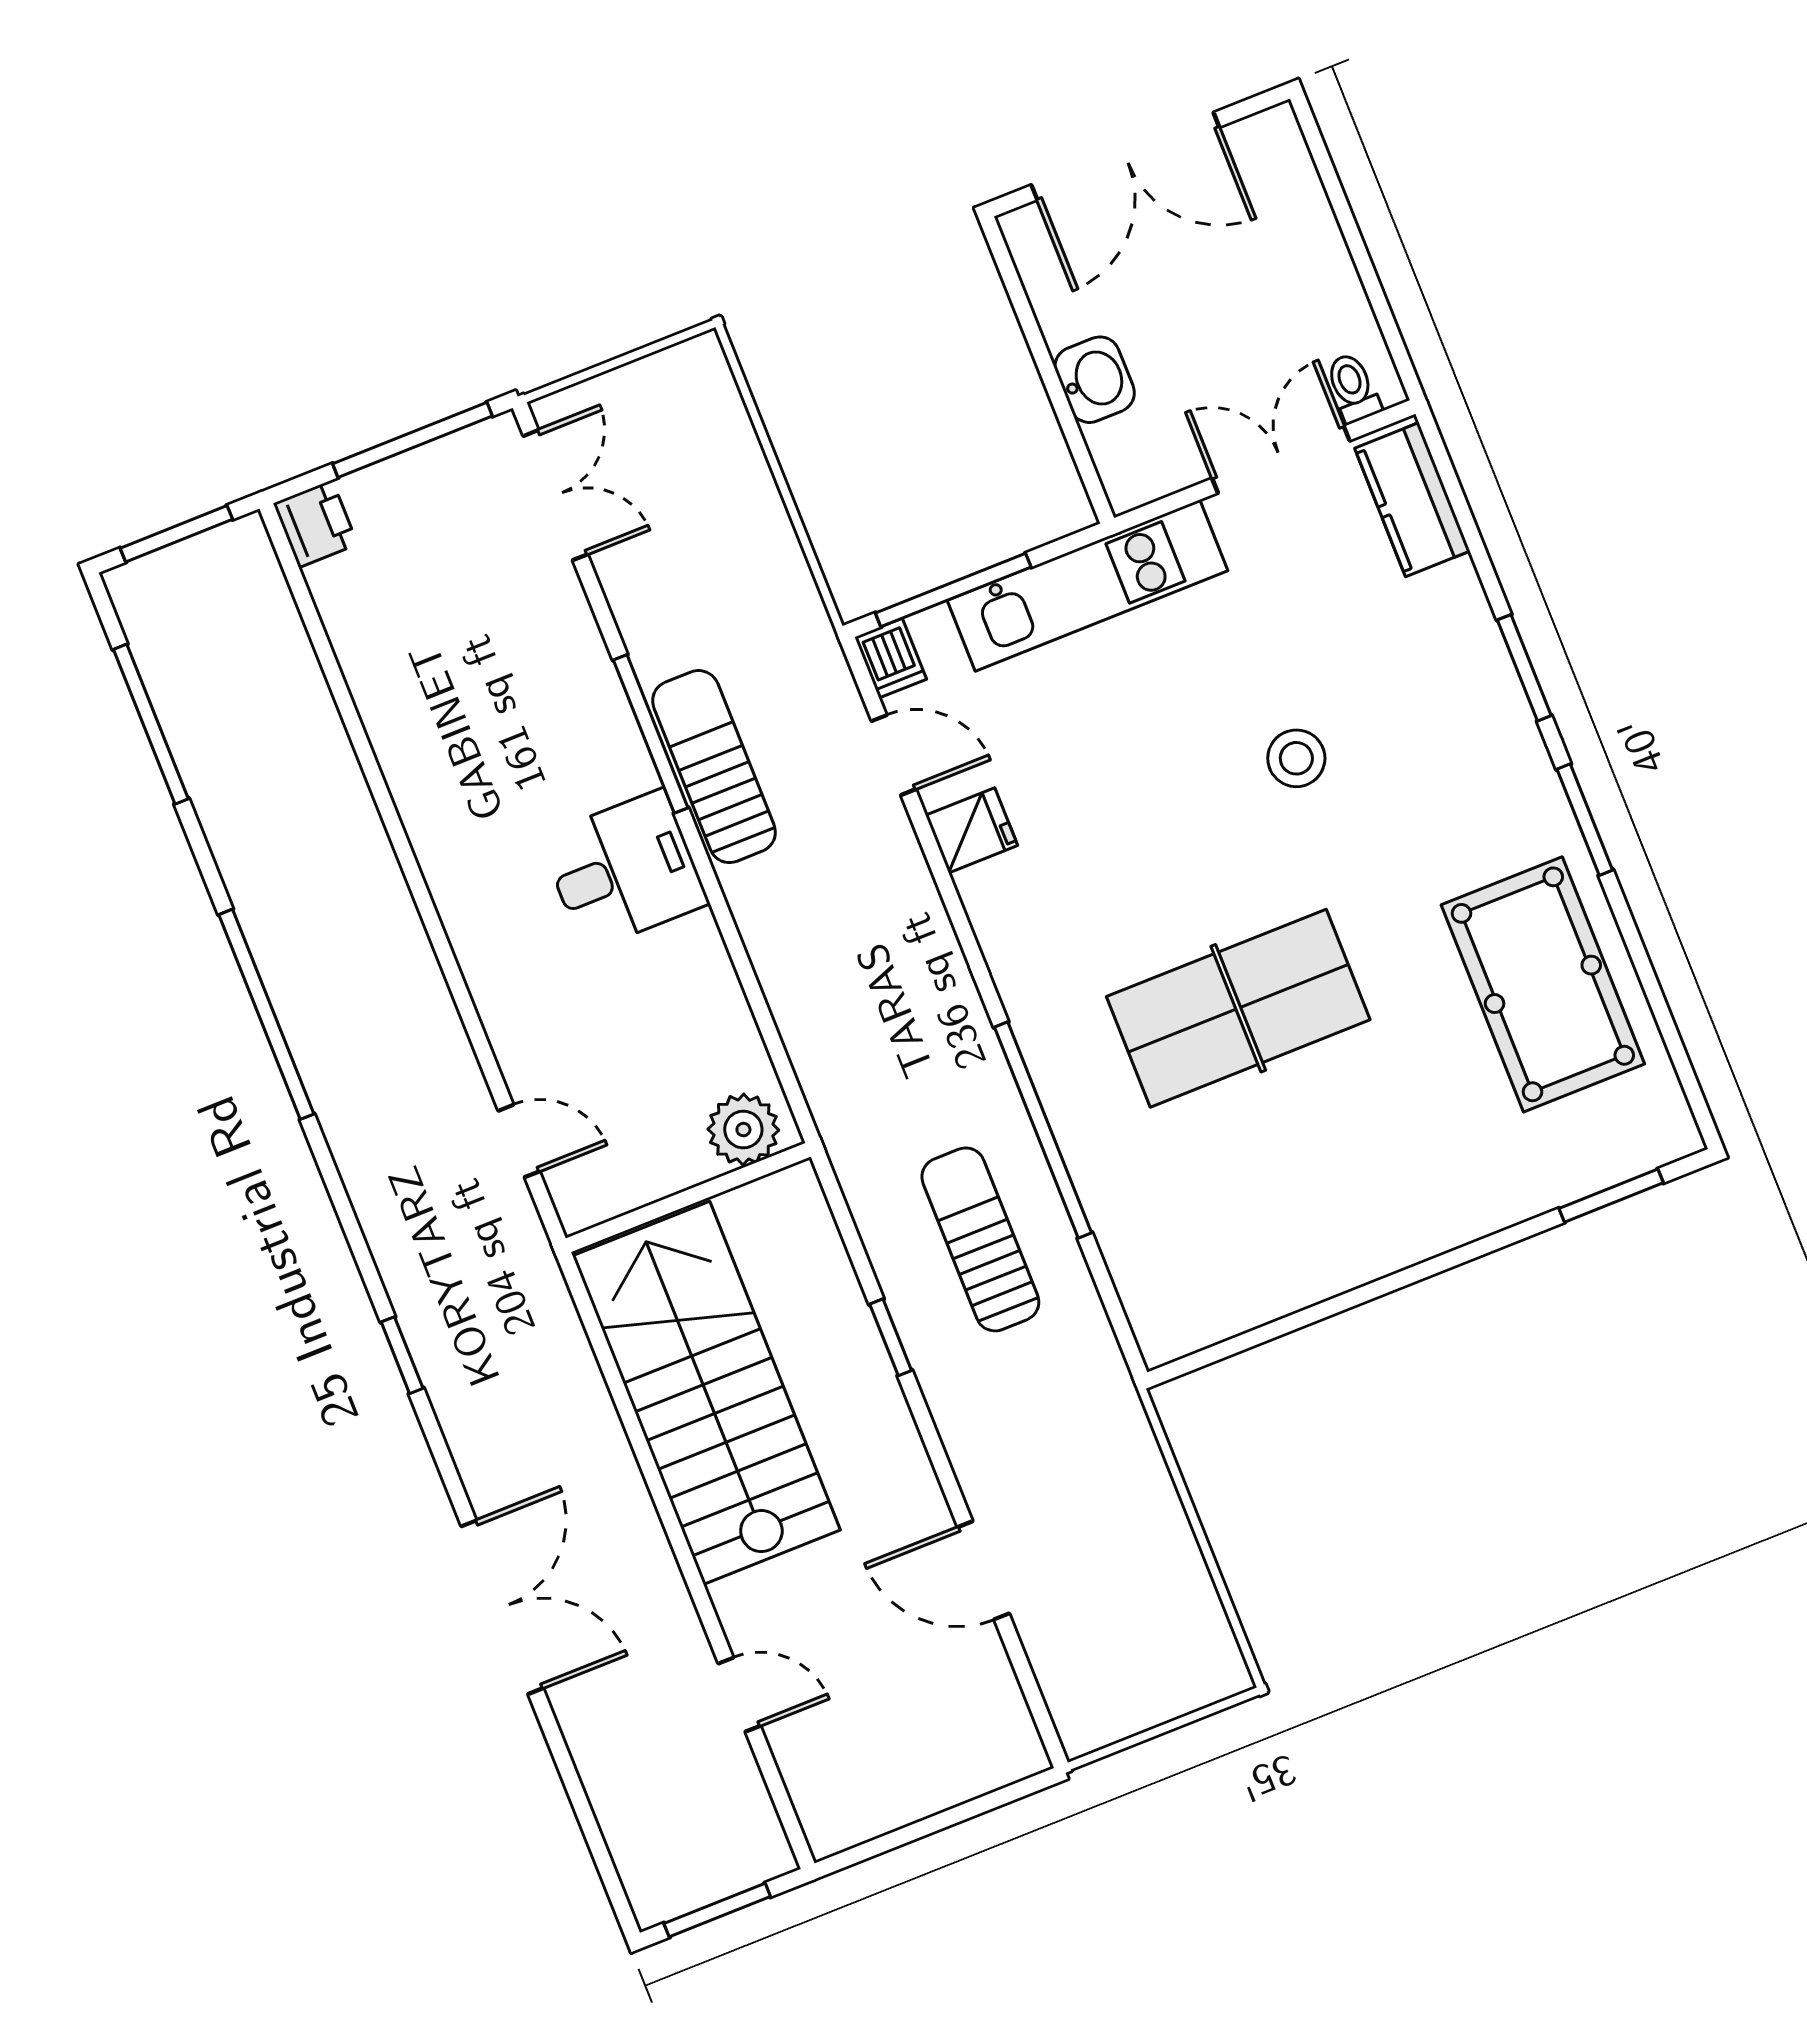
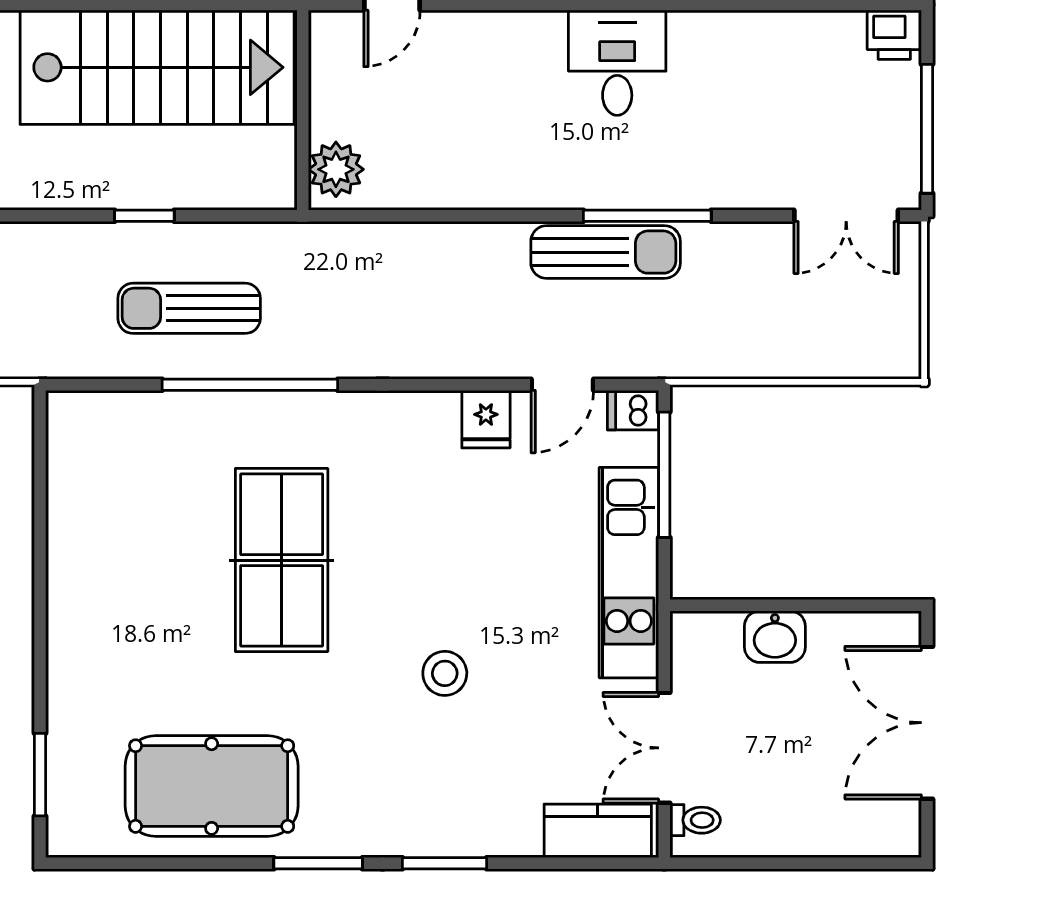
double door: (1281, 460) -> (664, 748), swing flipped
desk: (624, 870) -> (617, 63), moved, turned 180
sun lounger: (980, 1239) -> (189, 308), turned 180

